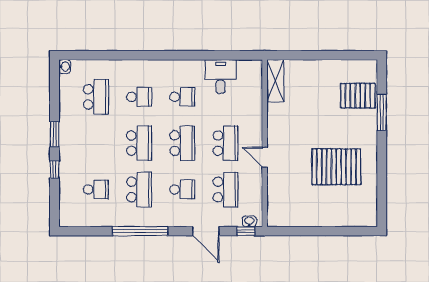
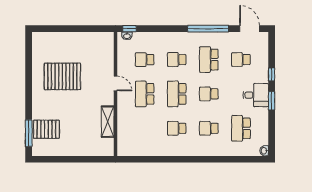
desk: (221, 77) -> (256, 95), moved, turned -90
shelving: (275, 81) -> (108, 122), moved
window: (382, 112) -> (29, 133), moved
school desk: (139, 143) -> (209, 94), width x0.54
school desk: (226, 189) -> (145, 60), width x0.54
door: (206, 231) -> (250, 29), moved

